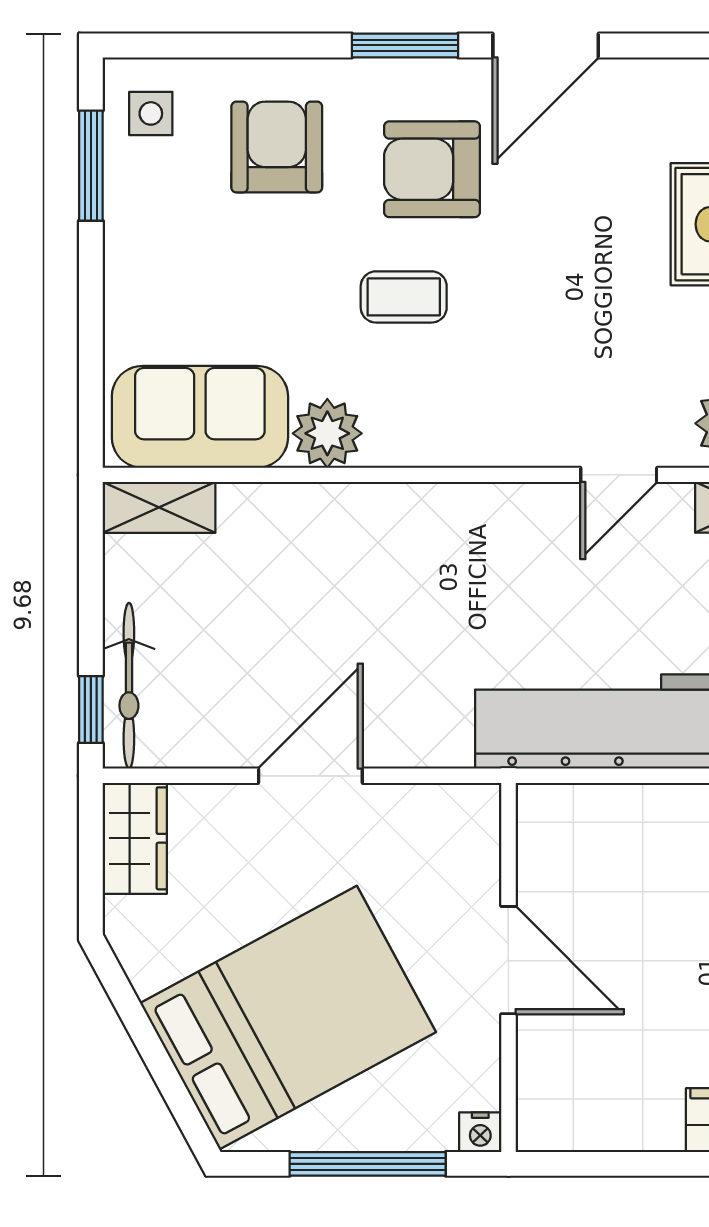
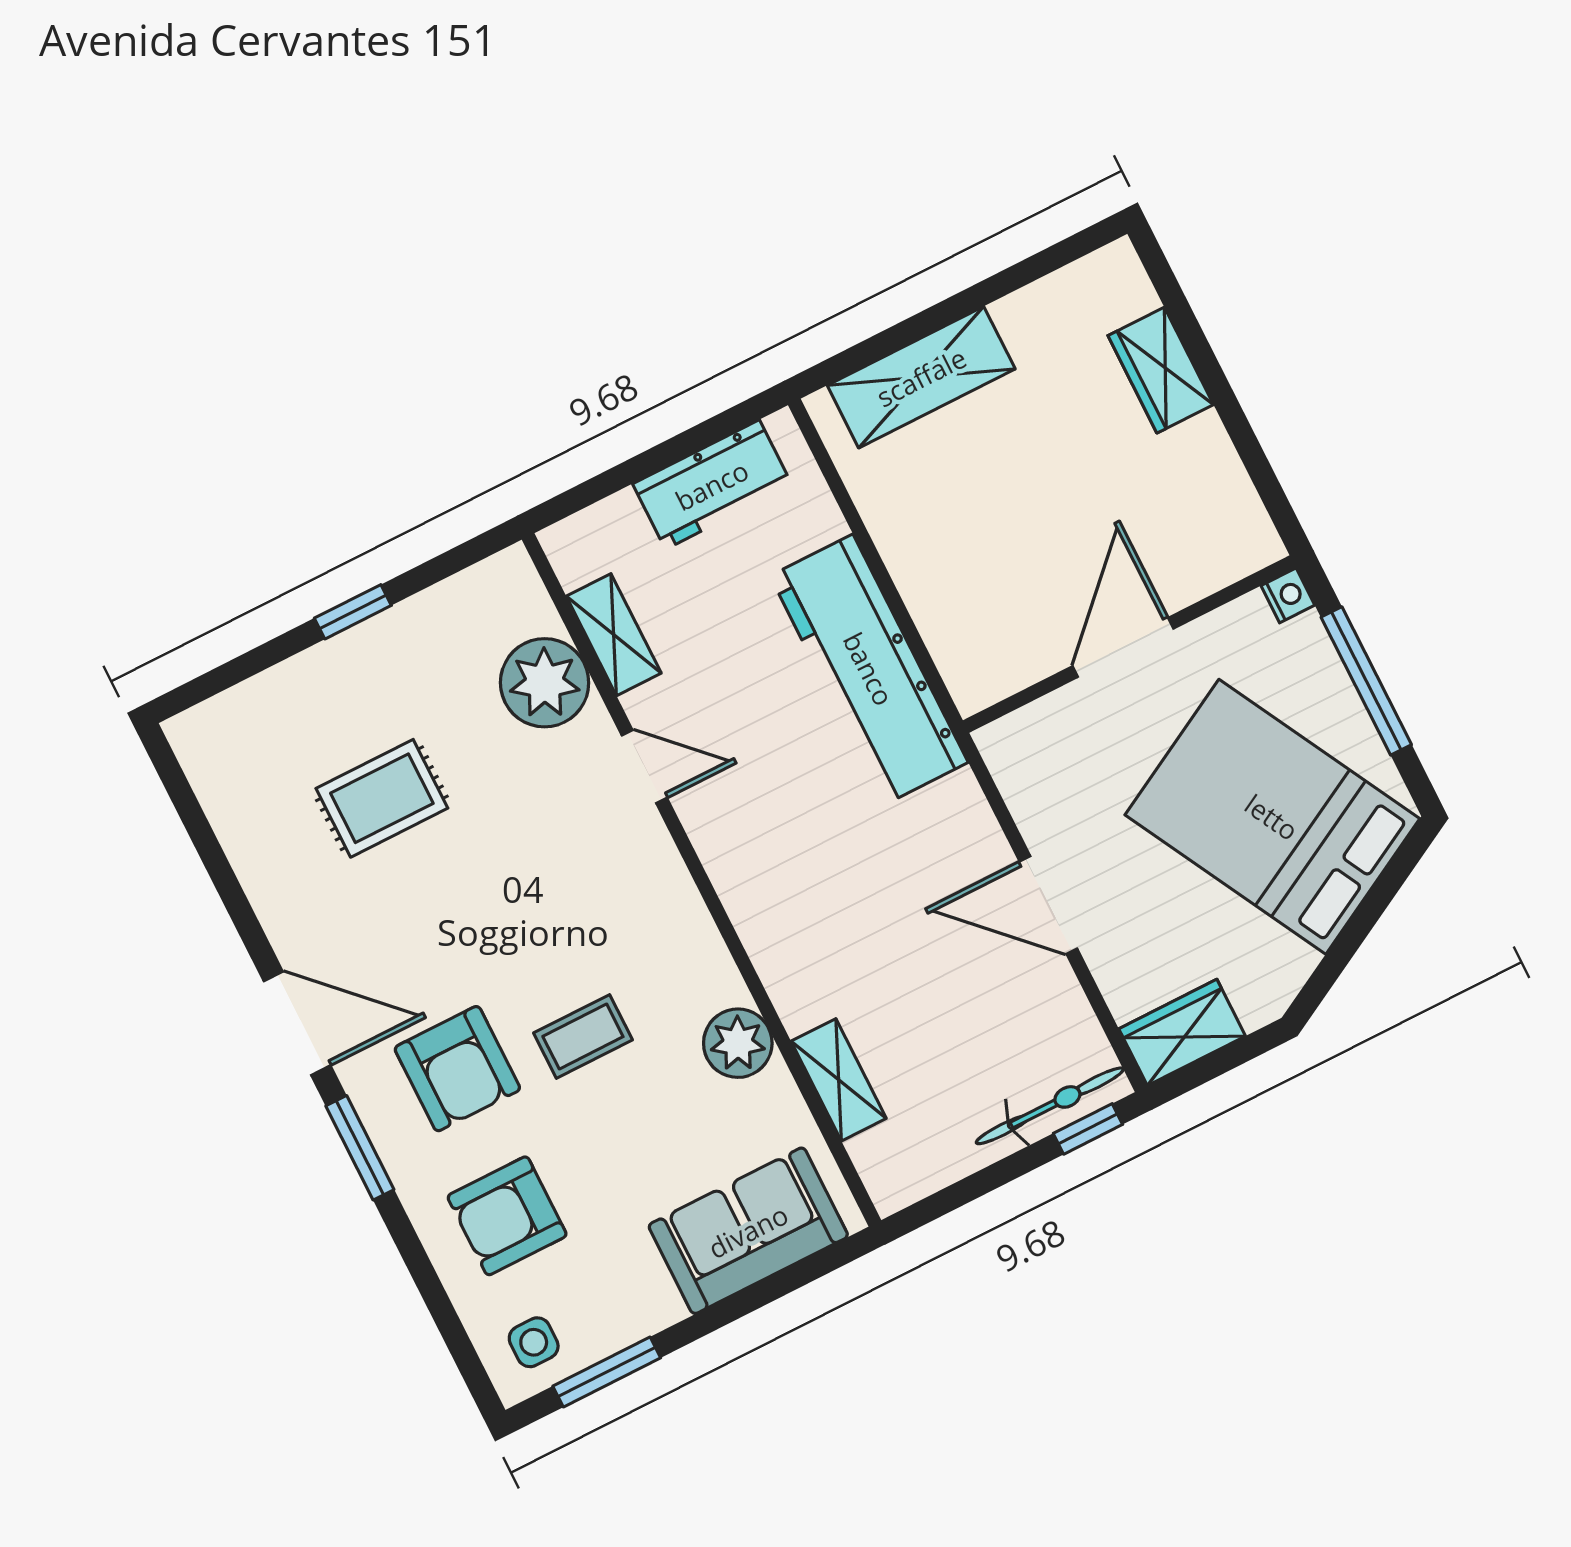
coffee table: (404, 297) -> (583, 1036), turned 90
sofa: (200, 417) -> (748, 1231), moved, turned 90
shelving: (159, 507) -> (839, 1080), moved

